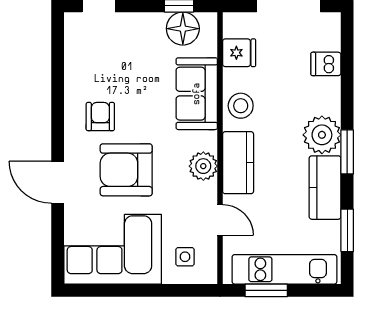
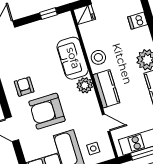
floor lamp: (183, 29) -> (54, 25), removed
fridge: (239, 53) -> (84, 14), moved
plant: (203, 166) -> (85, 85), moved

